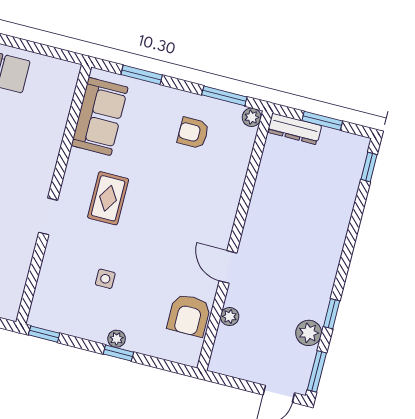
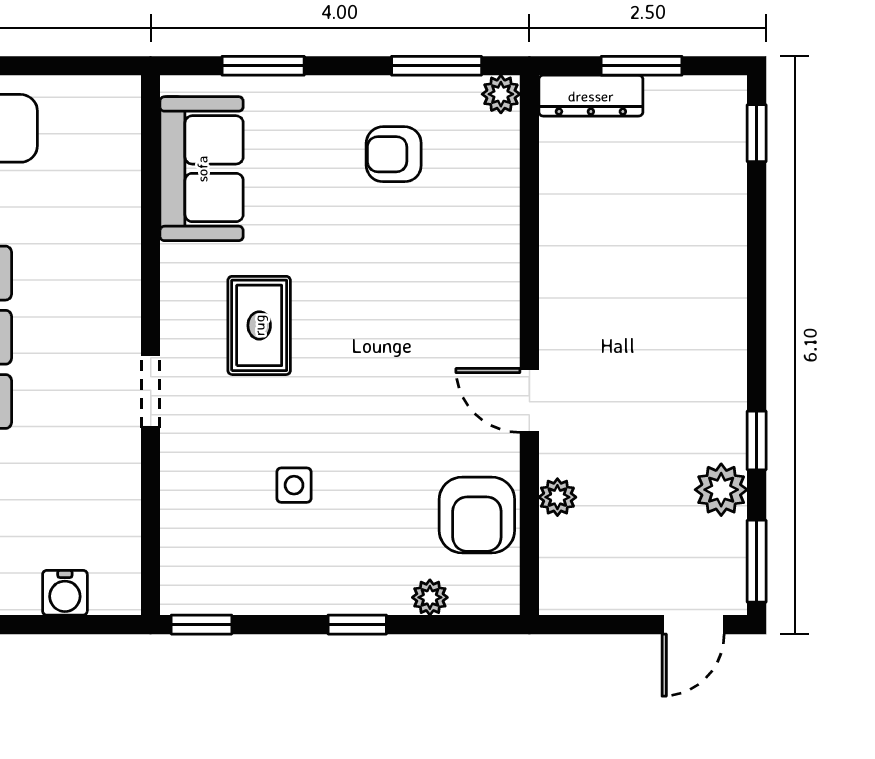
plant: (117, 339) -> (430, 597), moved

